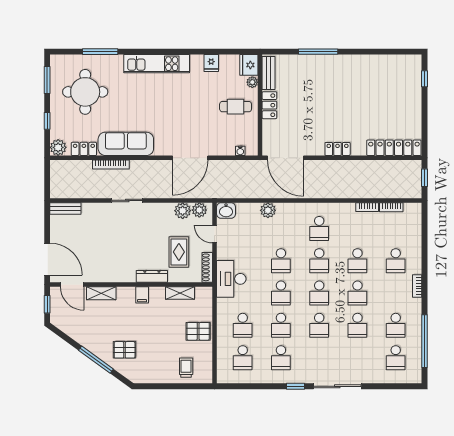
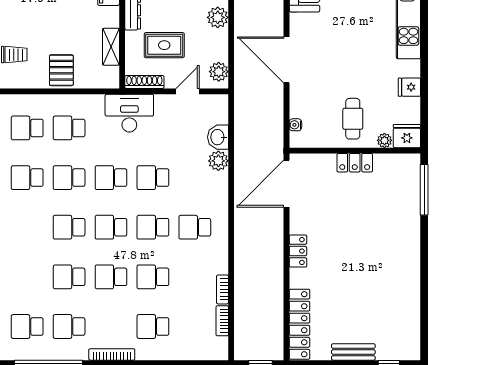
window: (318, 52) -> (424, 190), moved
bench: (269, 73) -> (353, 352), moved
plant: (183, 211) -> (218, 17), moved
washbasin: (226, 211) -> (218, 137), moved
bookcase: (417, 286) -> (112, 354), width x1.56

